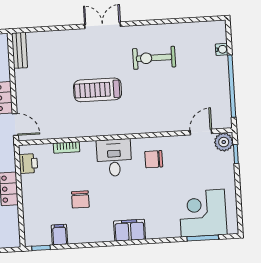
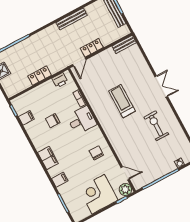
desk: (114, 158) -> (82, 120), moved
corner desk: (203, 213) -> (98, 194), moved, turned -90
filing cabinet: (168, 228) -> (60, 180), added

